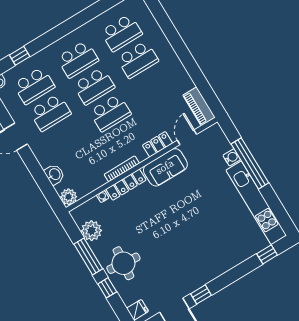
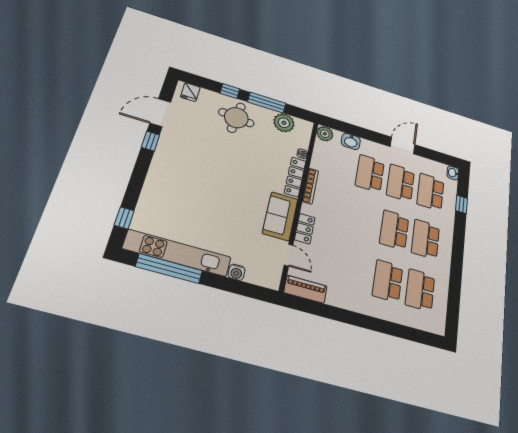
school desk: (110, 113) -> (370, 173), moved
window: (250, 163) -> (169, 269), moved

